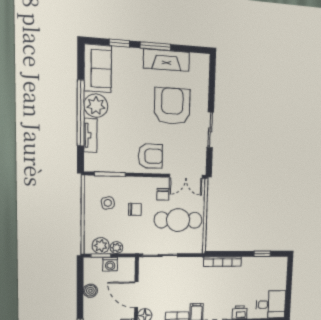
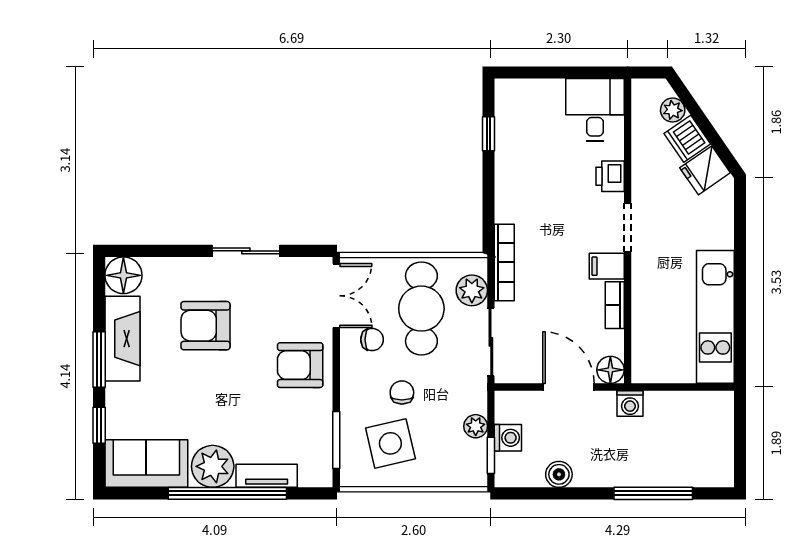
floor lamp: (200, 63) -> (123, 275), added
armchair: (172, 106) -> (205, 326), width x0.73, depth x0.73
armchair: (150, 156) -> (300, 365), turned -90
side table: (108, 203) -> (390, 443), width x1.87, depth x1.87
plant: (101, 246) -> (472, 290), moved
bookcase: (223, 262) -> (504, 262), moved
door: (136, 295) -> (568, 387), swing flipped

